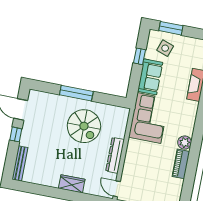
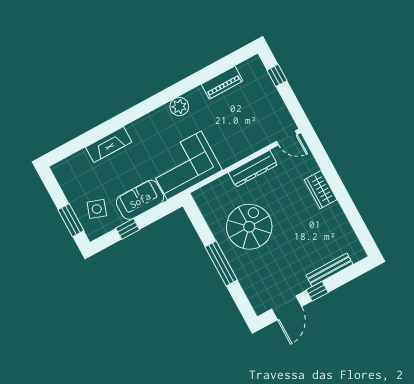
bench: (20, 163) -> (329, 270), moved
piano: (181, 164) -> (222, 83), moved
door: (117, 189) -> (287, 138), hinge flipped

